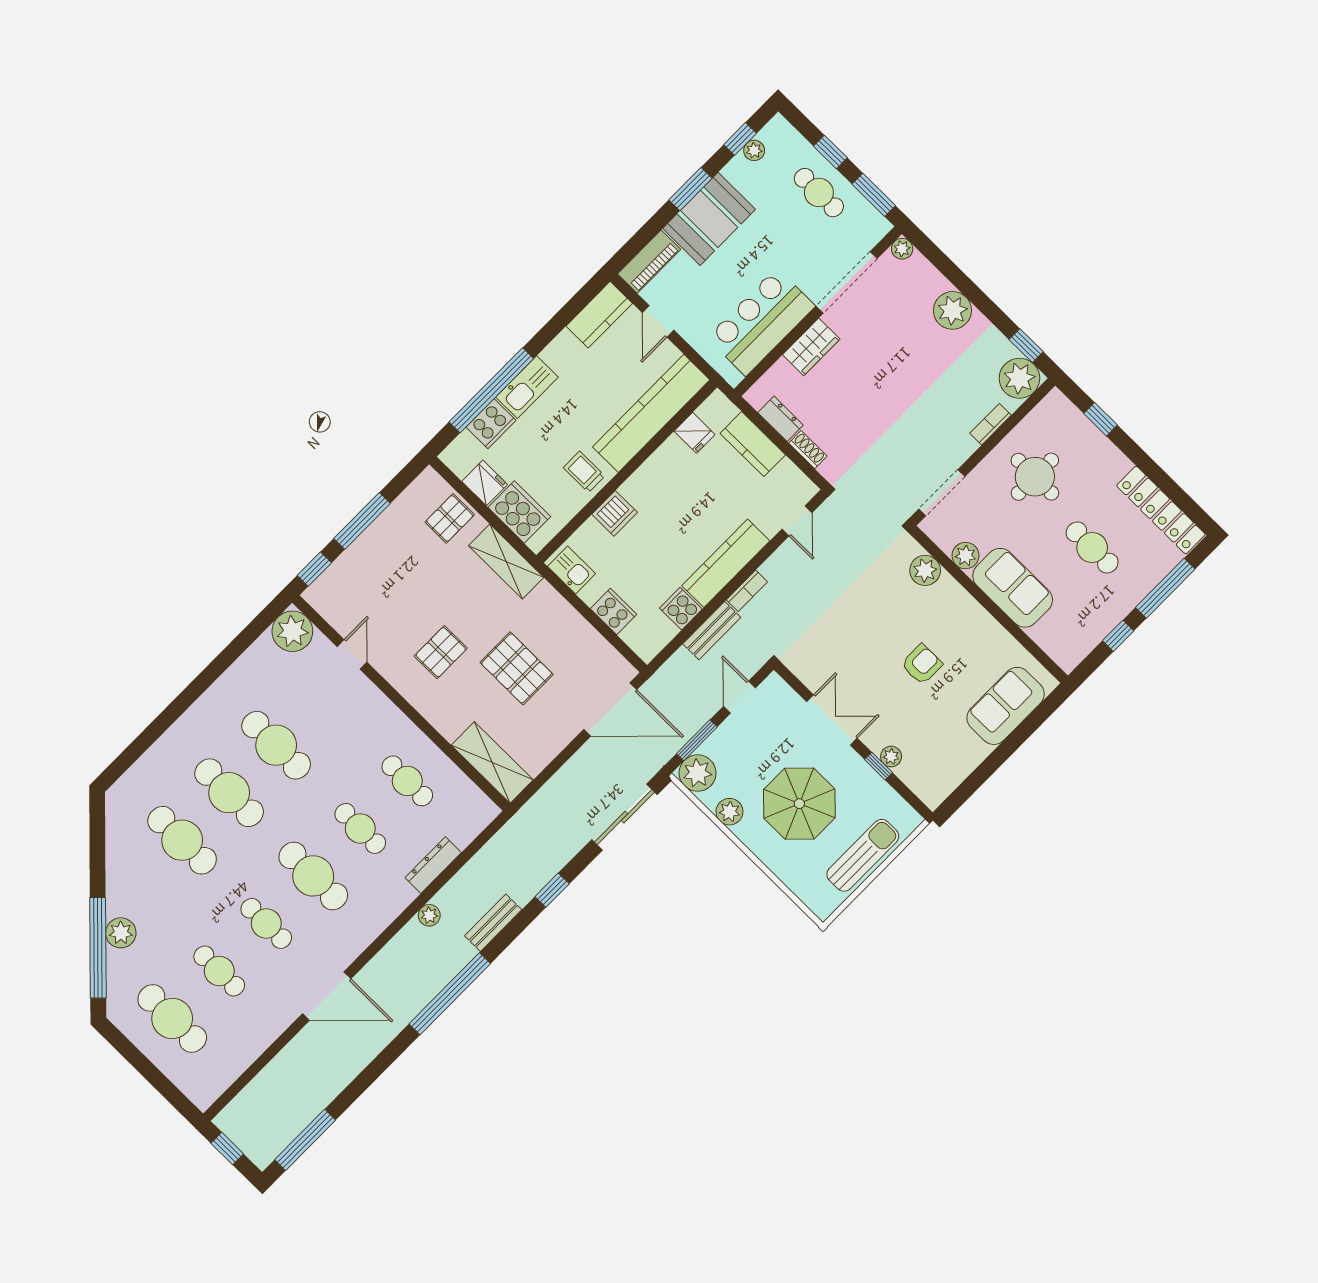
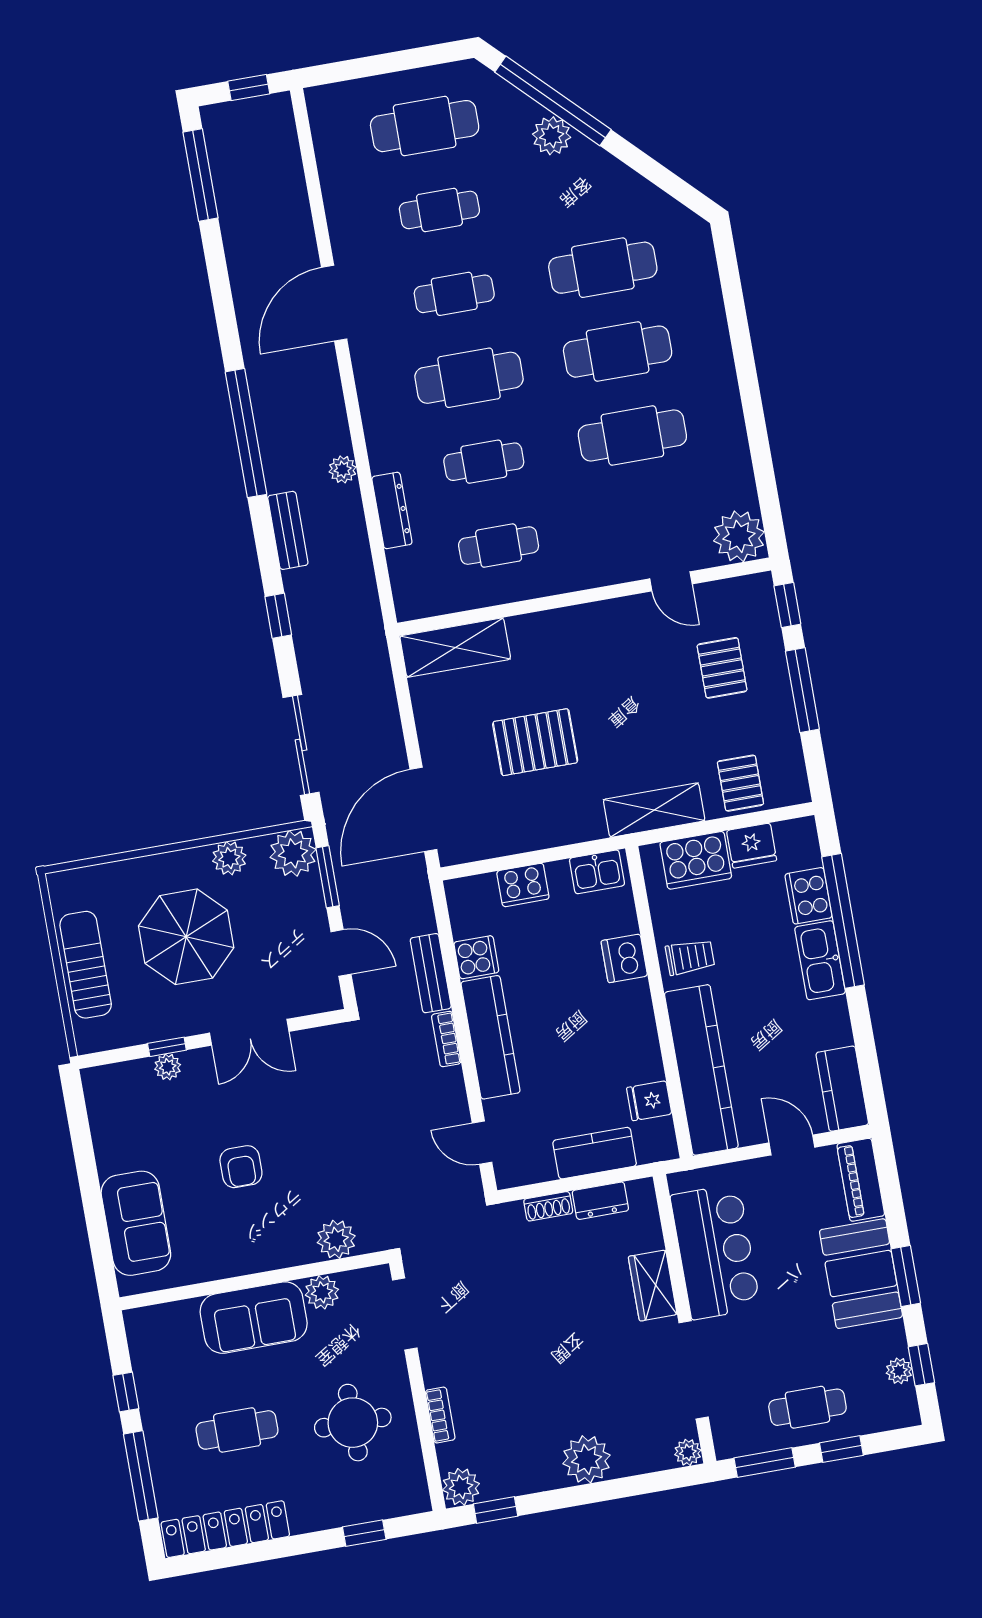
plant: (1019, 378) -> (461, 1487), width x0.73, depth x0.73
pallet: (441, 652) -> (722, 668), moved
sun lounger: (863, 855) -> (86, 965), turned 180

